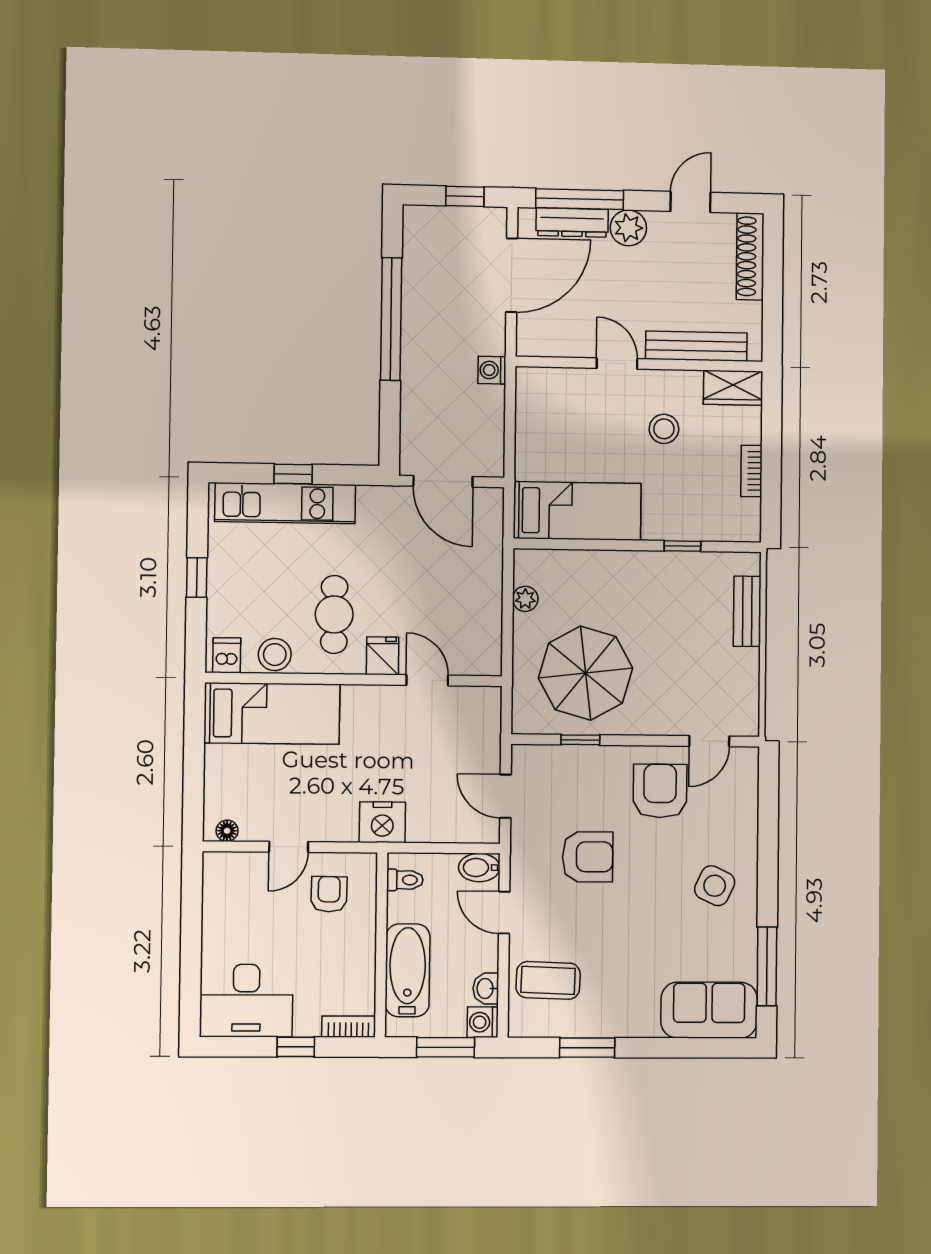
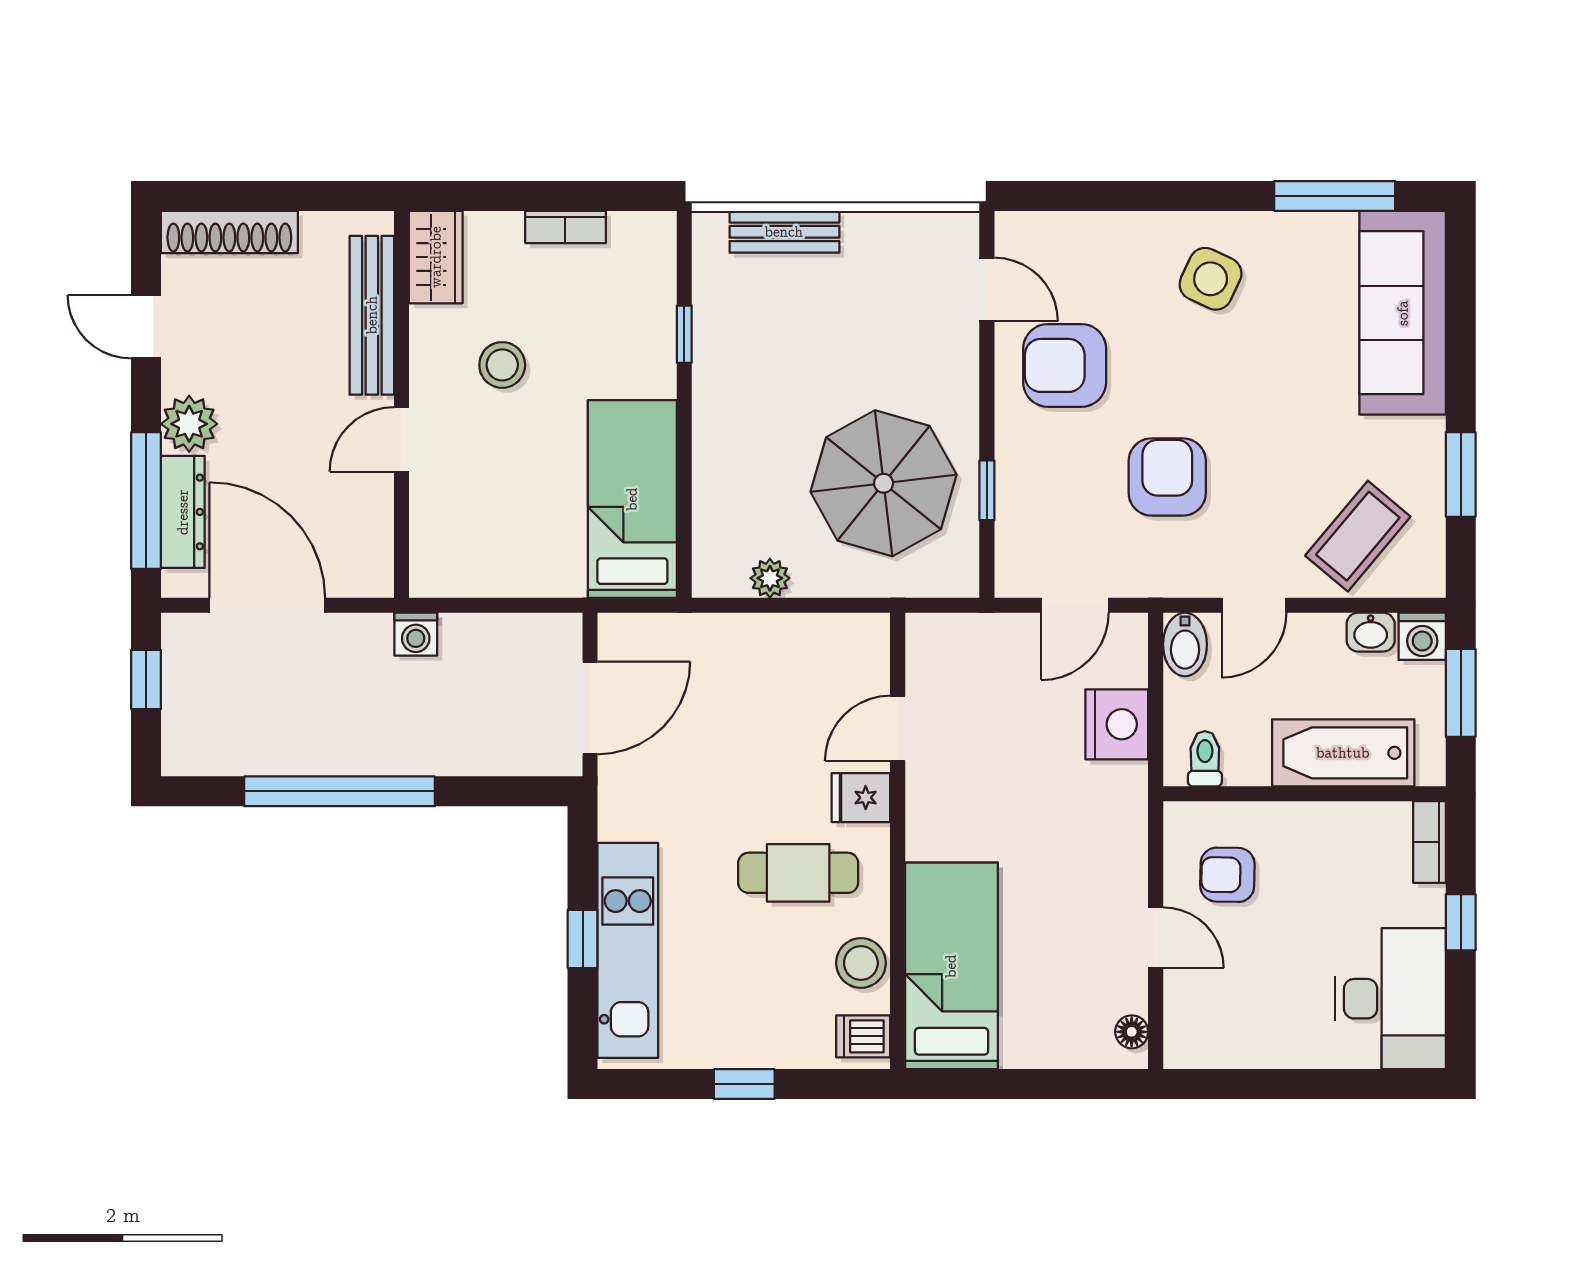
nightstand: (382, 822) -> (1117, 724), moved
coffee table: (548, 980) -> (1358, 536), turned 38
sofa: (709, 1010) -> (1403, 313), width x1.36

